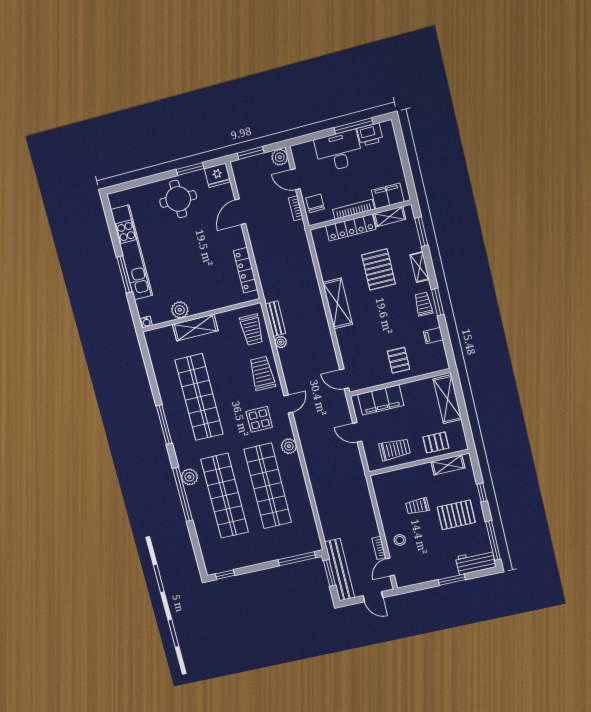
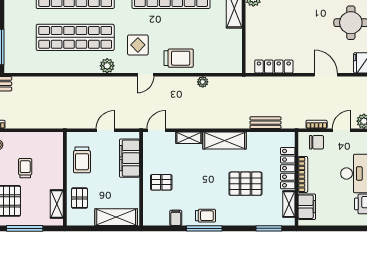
shelving: (420, 267) -> (189, 138), moved
window: (438, 302) -> (204, 228), width x1.44
bench: (275, 319) -> (265, 123), moved
trolley: (252, 330) -> (220, 59), removed
door: (288, 404) -> (145, 75), hinge flipped
window: (482, 492) -> (25, 228), width x2.17

